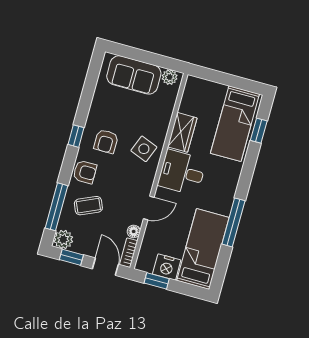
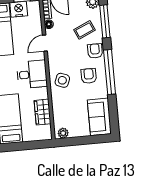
sofa: (134, 75) -> (99, 117), moved, turned -90
wardrobe: (182, 132) -> (43, 112), moved
window: (76, 136) -> (110, 72), width x3.17
armchair: (85, 172) -> (95, 51), turned 90

